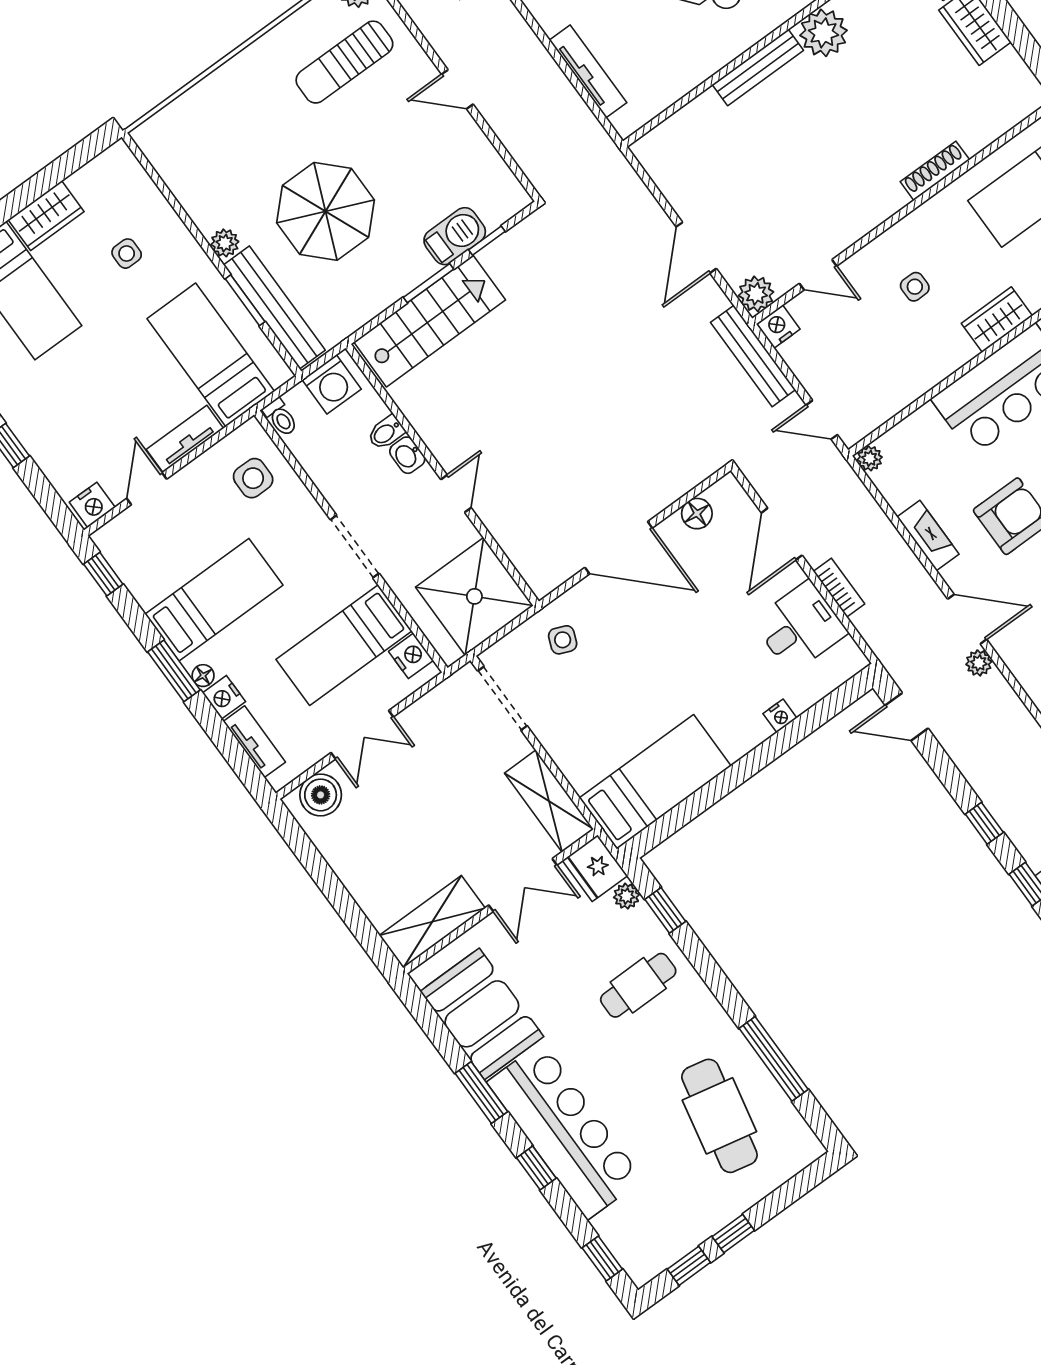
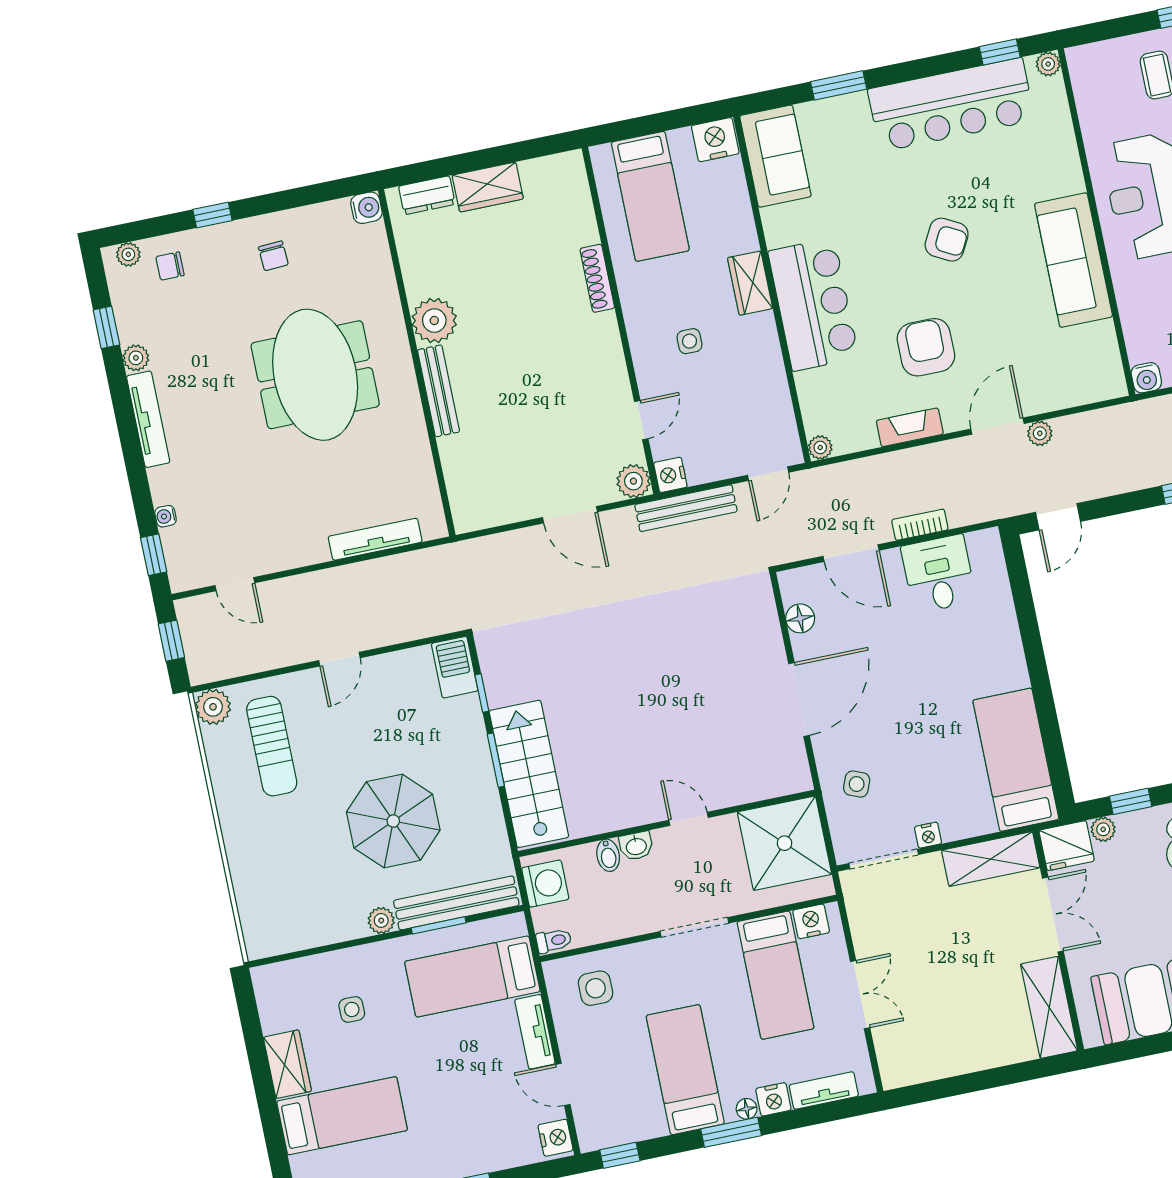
barbecue: (455, 236) -> (455, 667), moved
nightstand: (780, 716) -> (928, 835), moved, turned 90
boiler: (321, 795) -> (896, 1054), removed

